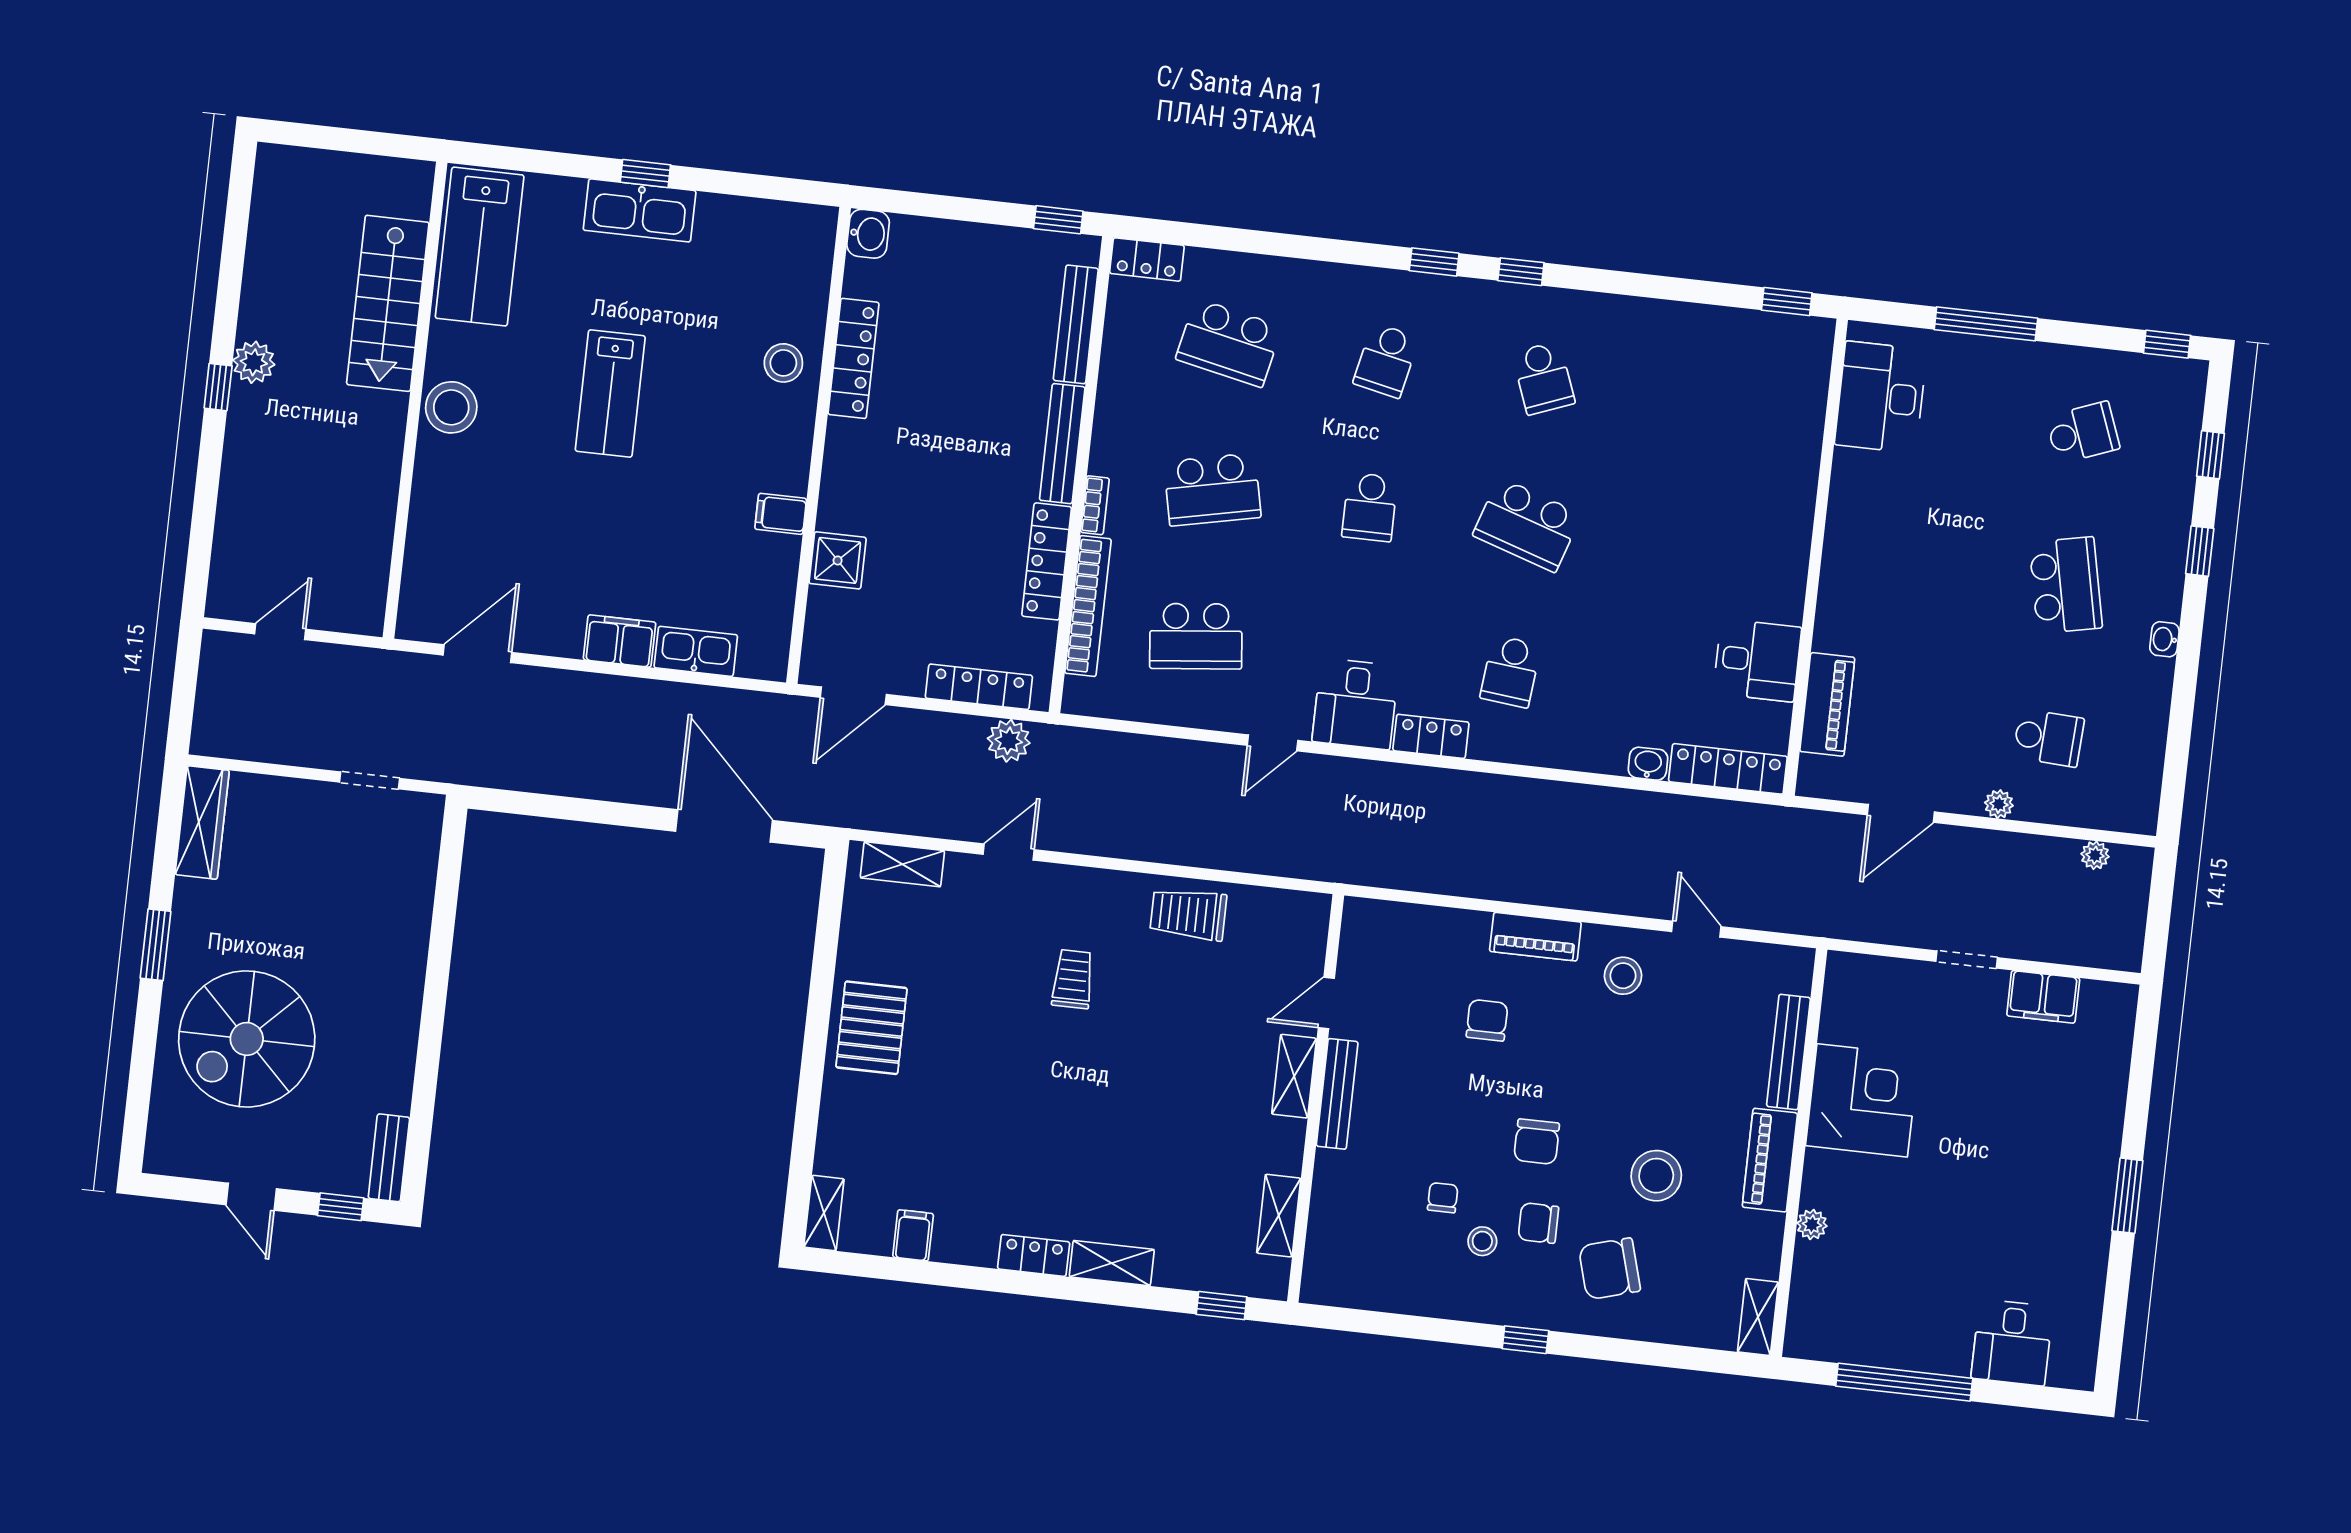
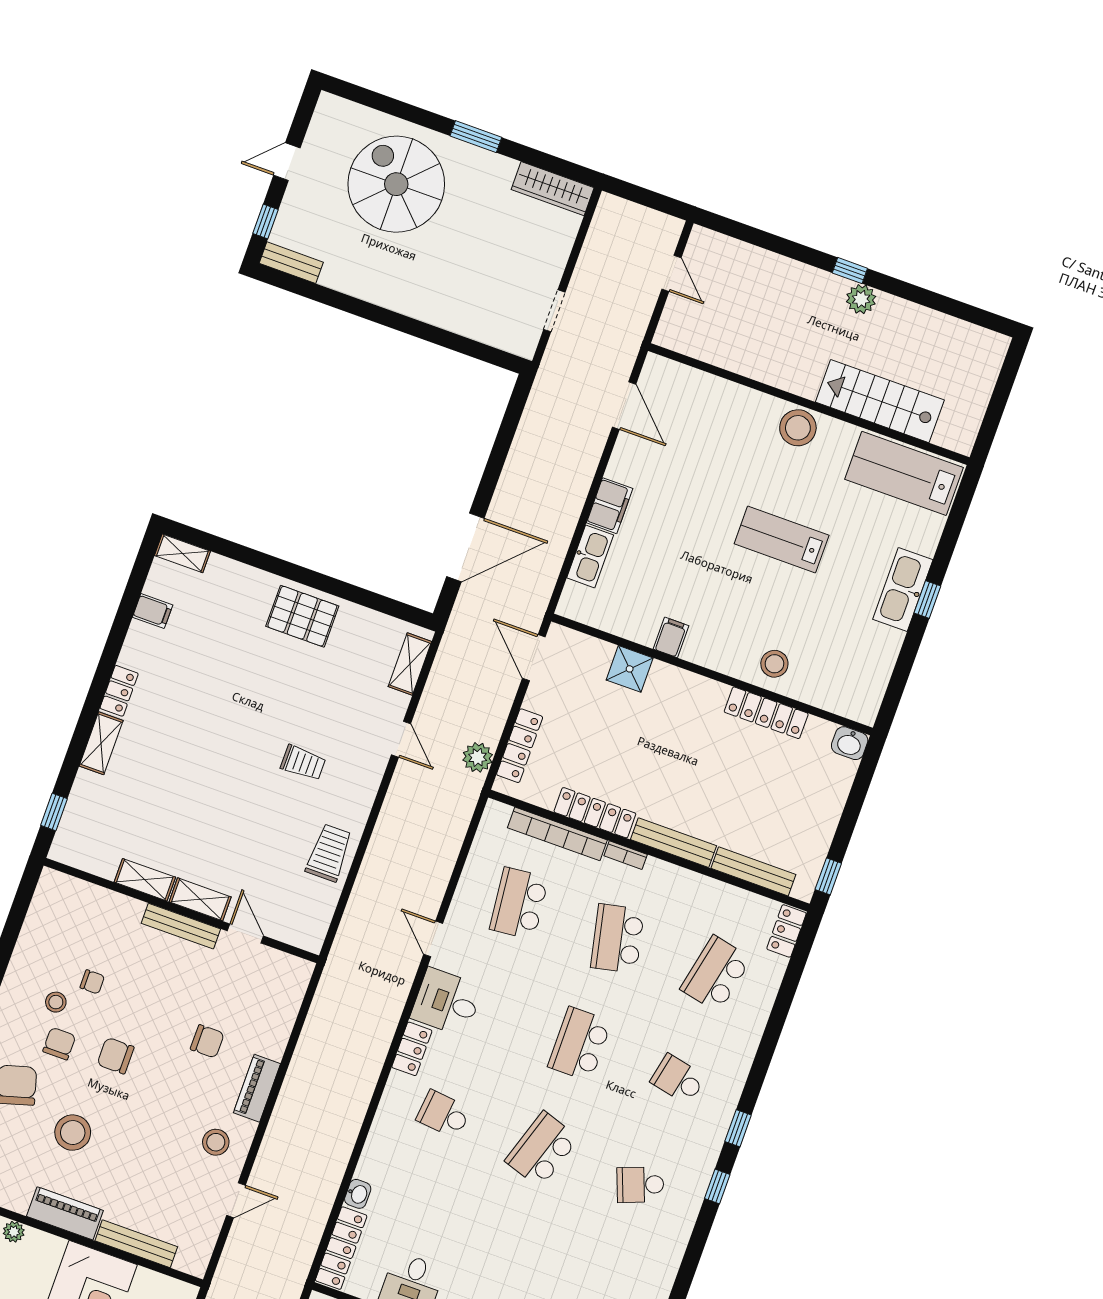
school desk: (1370, 507) -> (580, 1044), width x1.85
shelving: (1279, 1216) -> (145, 880), moved

